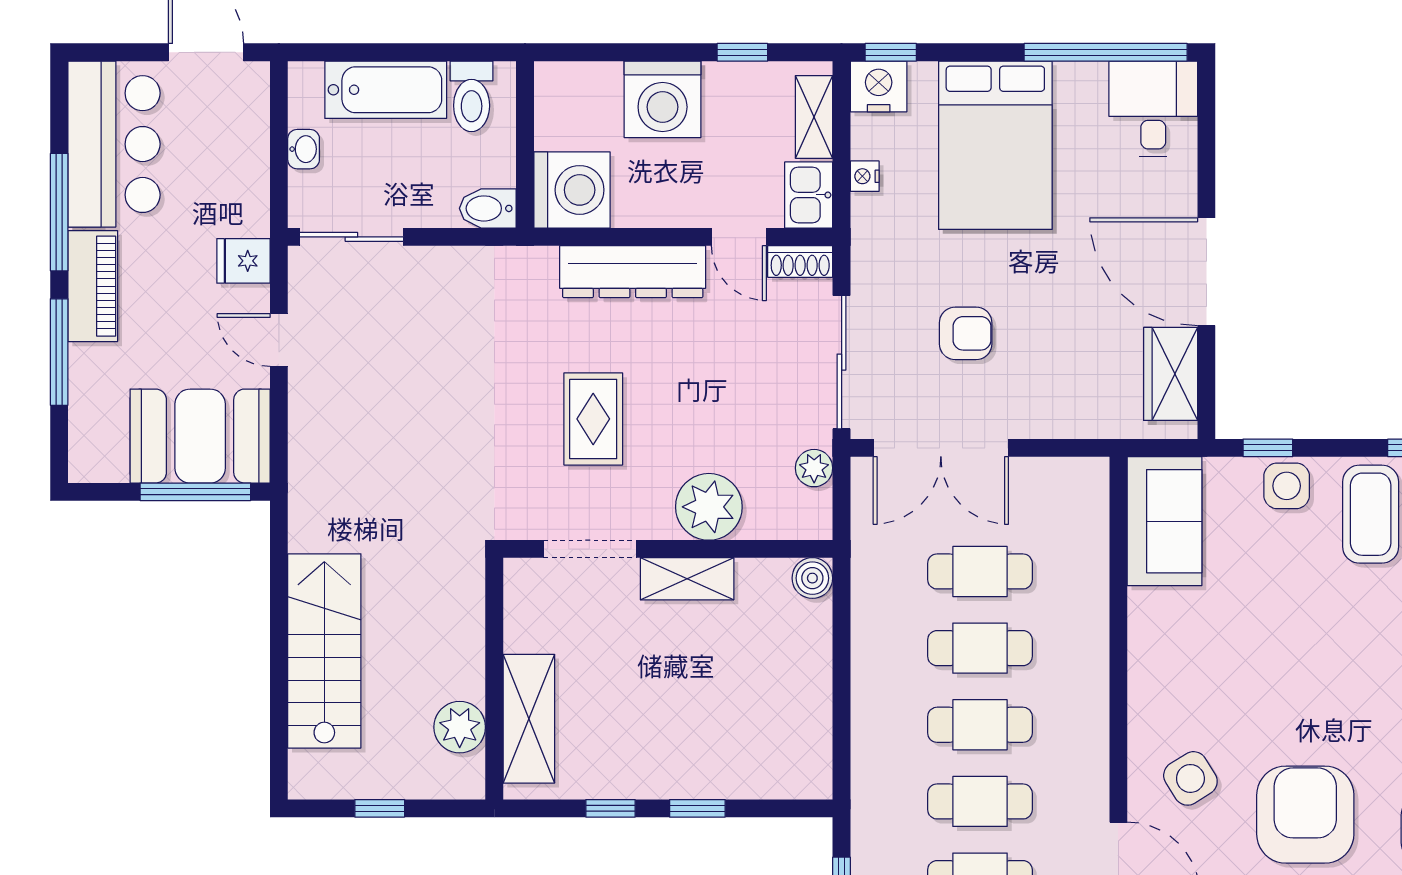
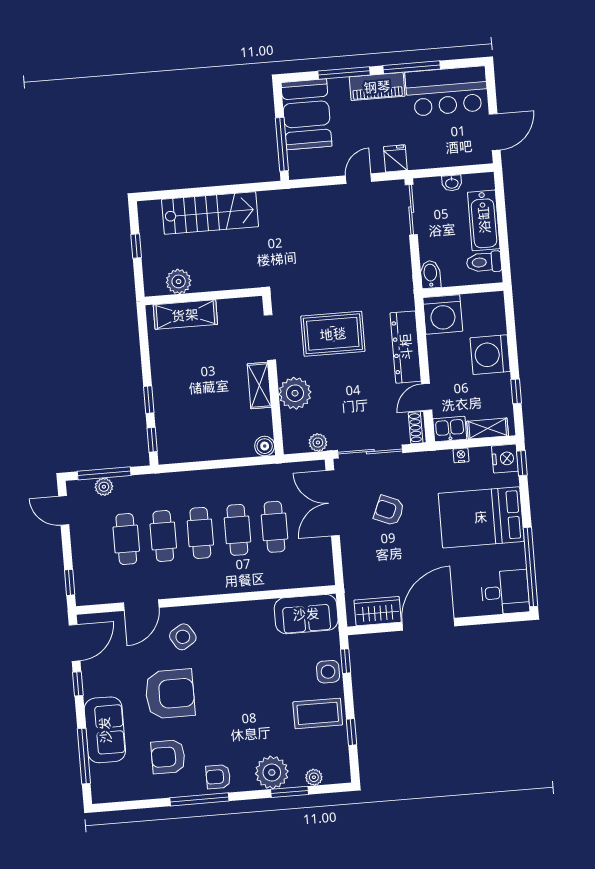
armchair: (966, 333) -> (389, 510), turned 113
rug: (593, 419) -> (333, 334), width x1.36, depth x1.43
booth: (200, 436) -> (306, 114), moved
window: (611, 808) -> (152, 440), moved

